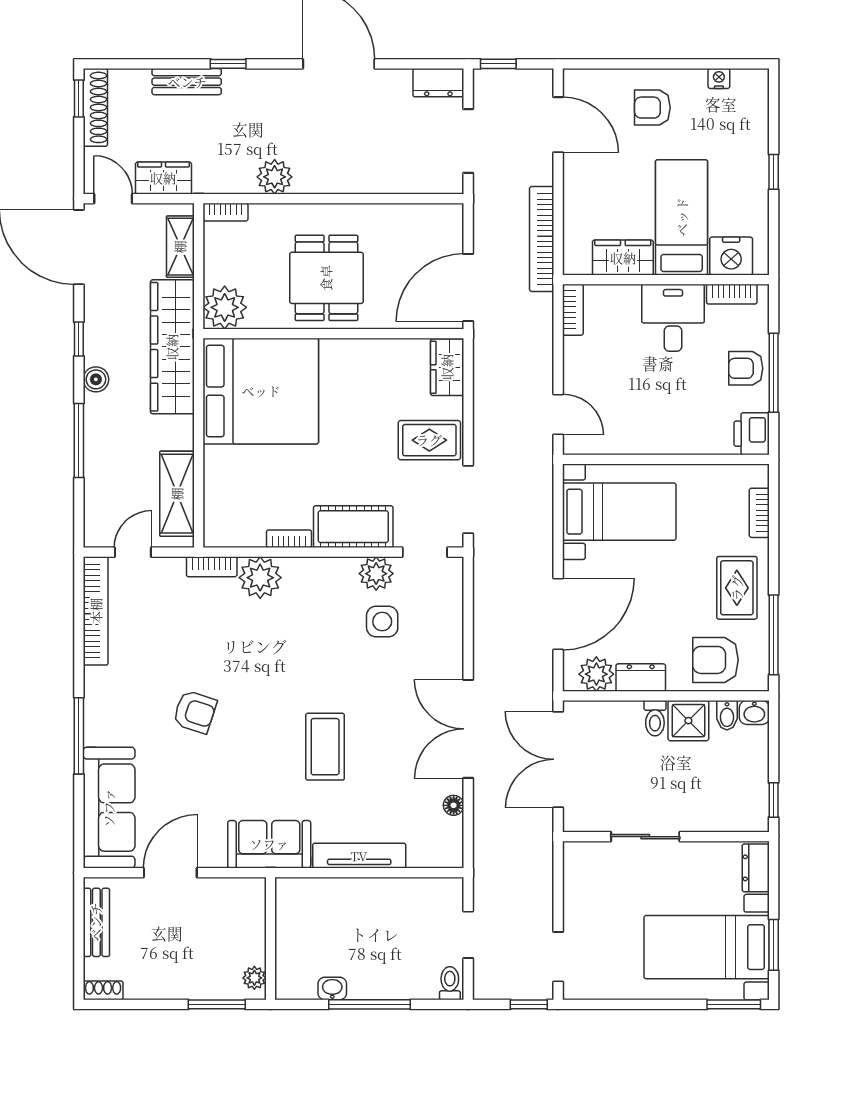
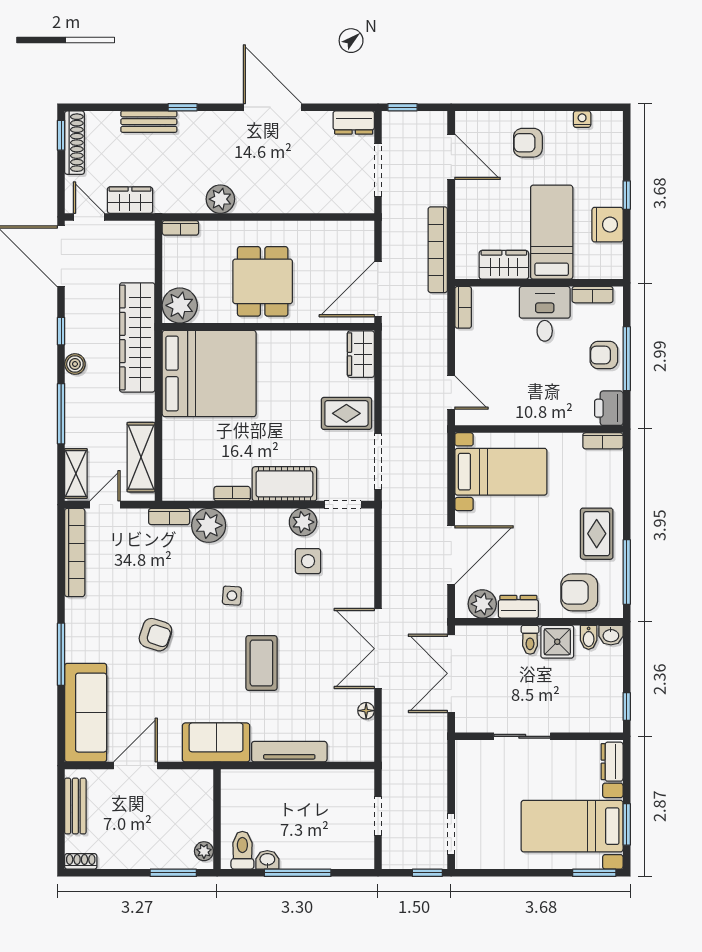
shelving: (180, 247) -> (76, 473), moved
nightstand: (731, 256) -> (607, 225), moved, turned -90
bookcase: (759, 513) -> (603, 441), moved, turned -90
side table: (289, 664) -> (232, 596), added
toilet: (450, 983) -> (242, 850), moved, width x1.37, depth x1.39

